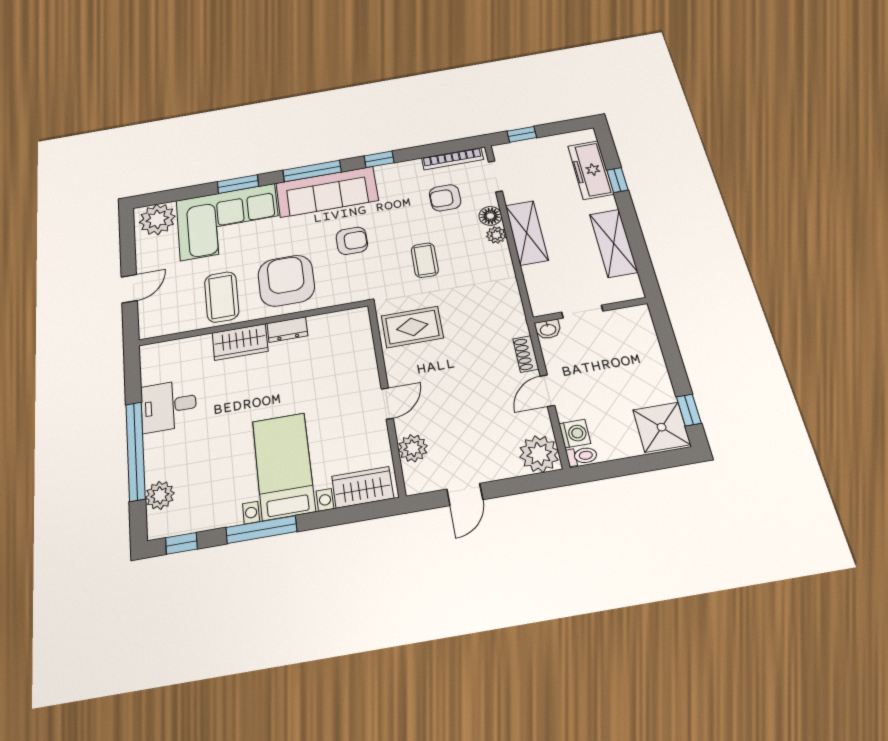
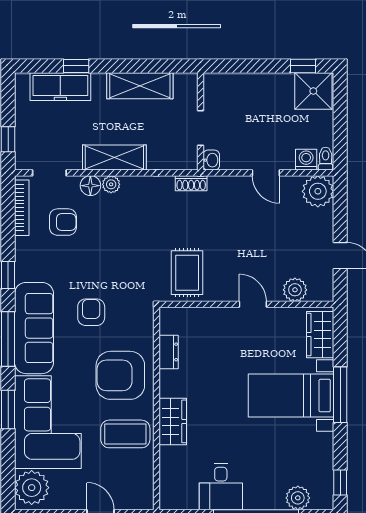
armchair: (445, 198) -> (63, 222), turned -90
coffee table: (425, 260) -> (124, 251), removed
dresser: (287, 329) -> (169, 352), moved
shoe rack: (526, 354) -> (191, 183), moved
window: (261, 530) -> (340, 395), moved

